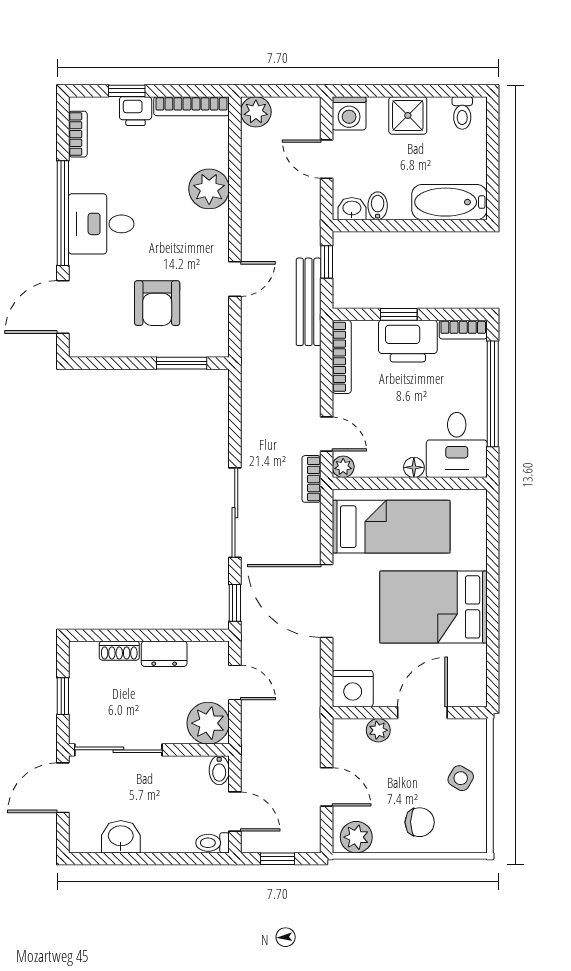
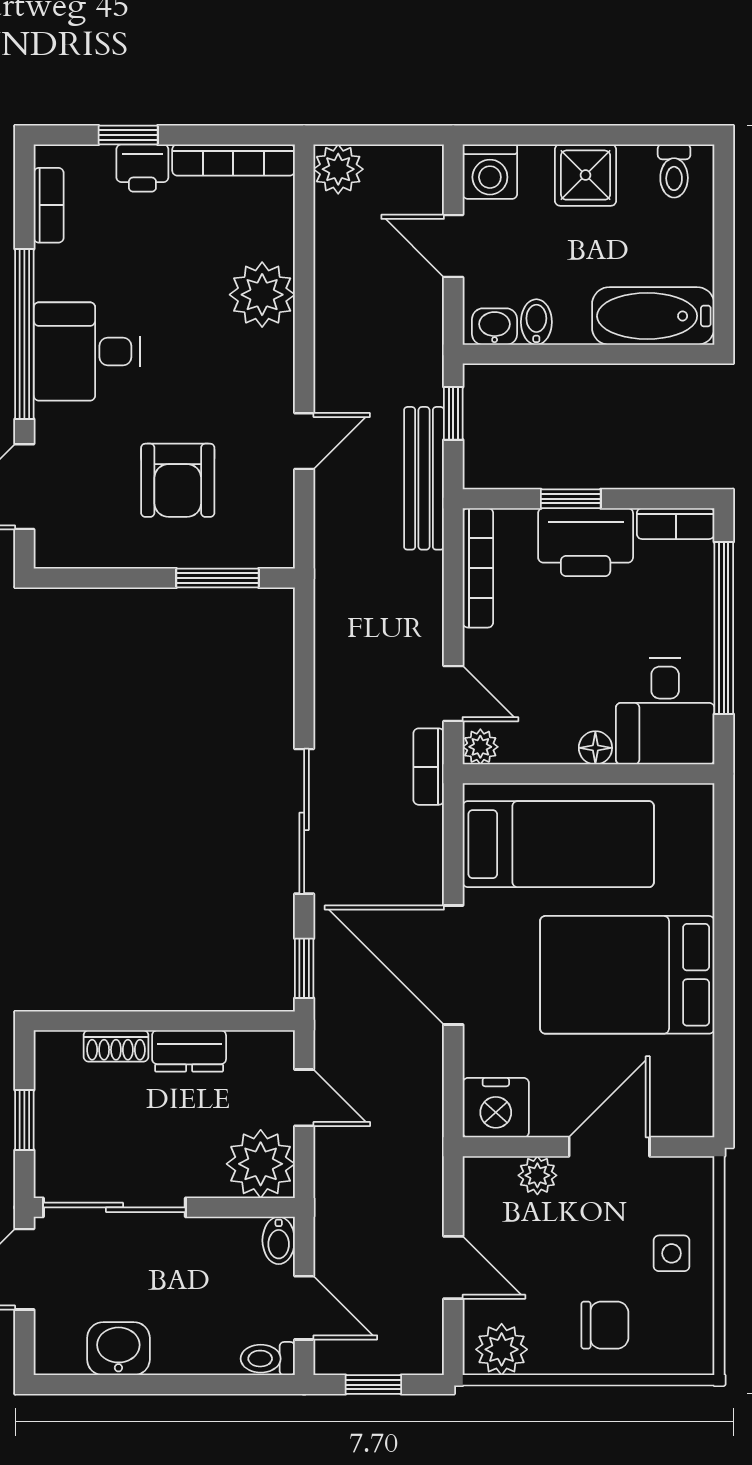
side table: (461, 778) -> (672, 1253), turned -30

